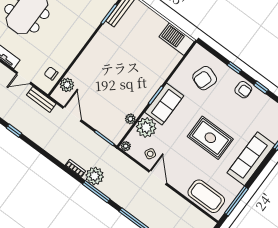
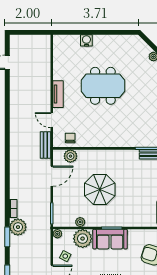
parasol: (115, 81) -> (100, 190), added
window: (14, 131) -> (7, 142), removed
window: (96, 192) -> (7, 237), width x0.69

